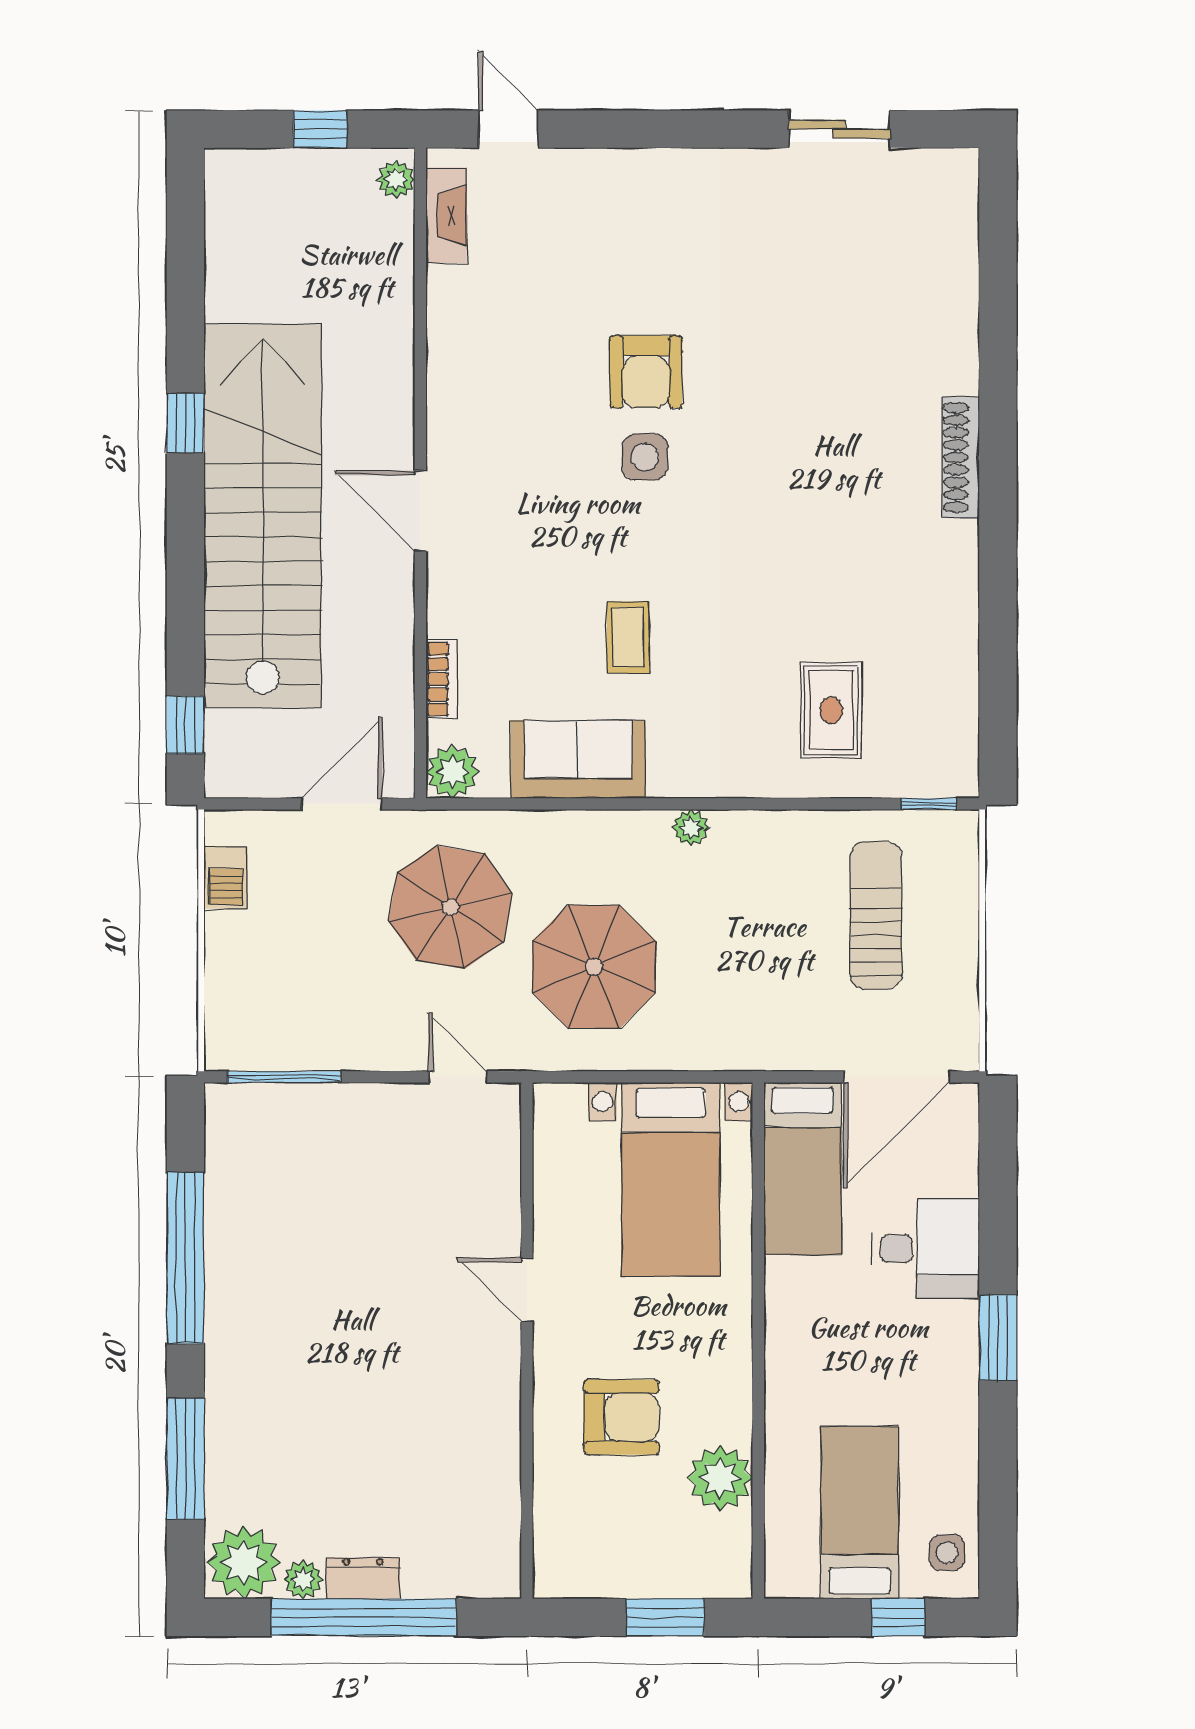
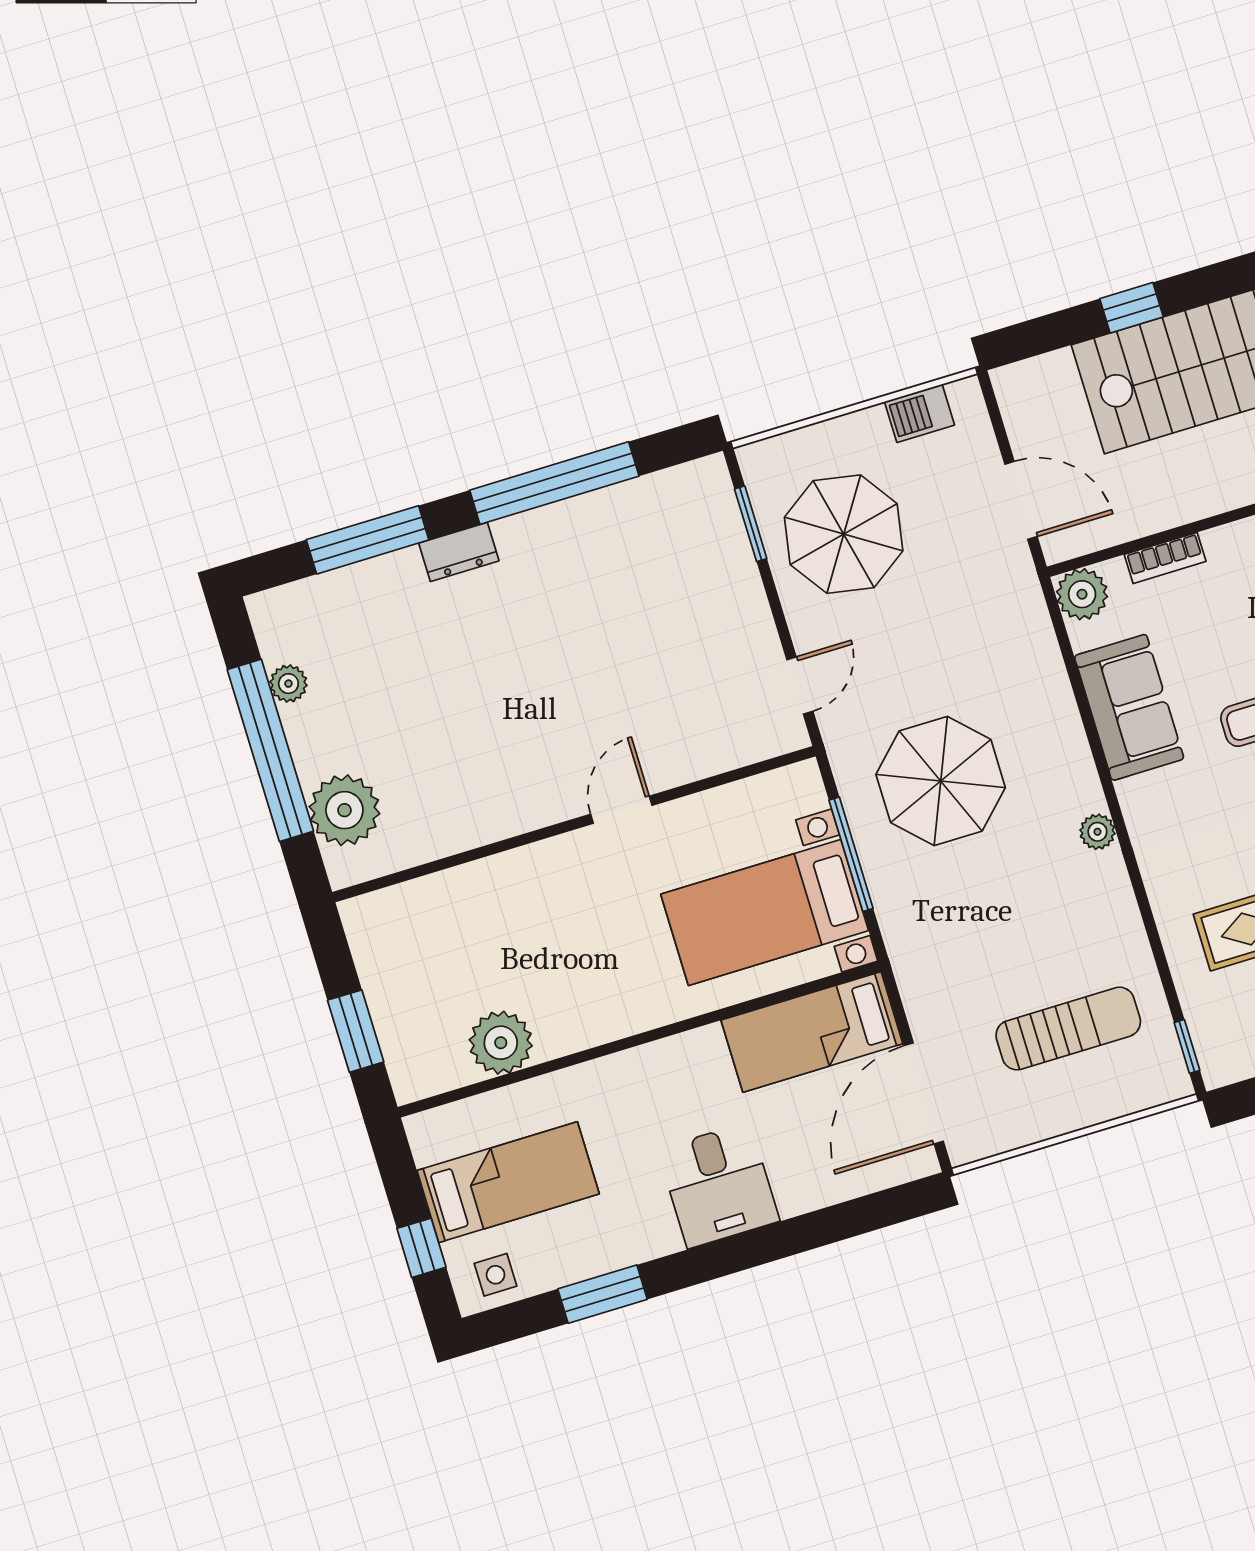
window: (185, 725) -> (1132, 308), moved
parasol: (451, 907) -> (844, 534), moved
window: (284, 1077) -> (751, 524), width x0.69
window: (639, 1077) -> (851, 854), added
door: (896, 1077) -> (924, 1093), hinge flipped
desk: (926, 1249) -> (719, 1185), moved
window: (998, 1338) -> (603, 1294), moved
armchair: (621, 1417) -> (529, 934), removed
plant: (244, 1562) -> (344, 810), moved
dresser: (363, 1578) -> (459, 552), moved, turned 90

